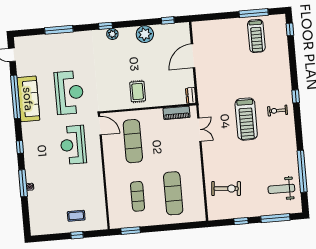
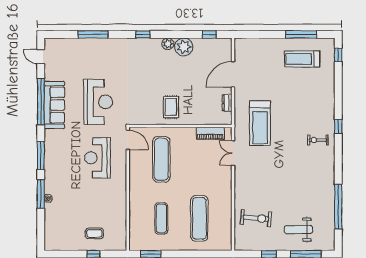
plant: (112, 34) -> (168, 44), moved
treadmill: (256, 36) -> (302, 59), turned 90
dresser: (191, 96) -> (227, 103), moved
treadmill: (246, 119) -> (260, 123), moved
double door: (199, 130) -> (233, 153), swing flipped
window: (20, 147) -> (41, 155), width x2.17
weight bench: (281, 189) -> (298, 230), moved

